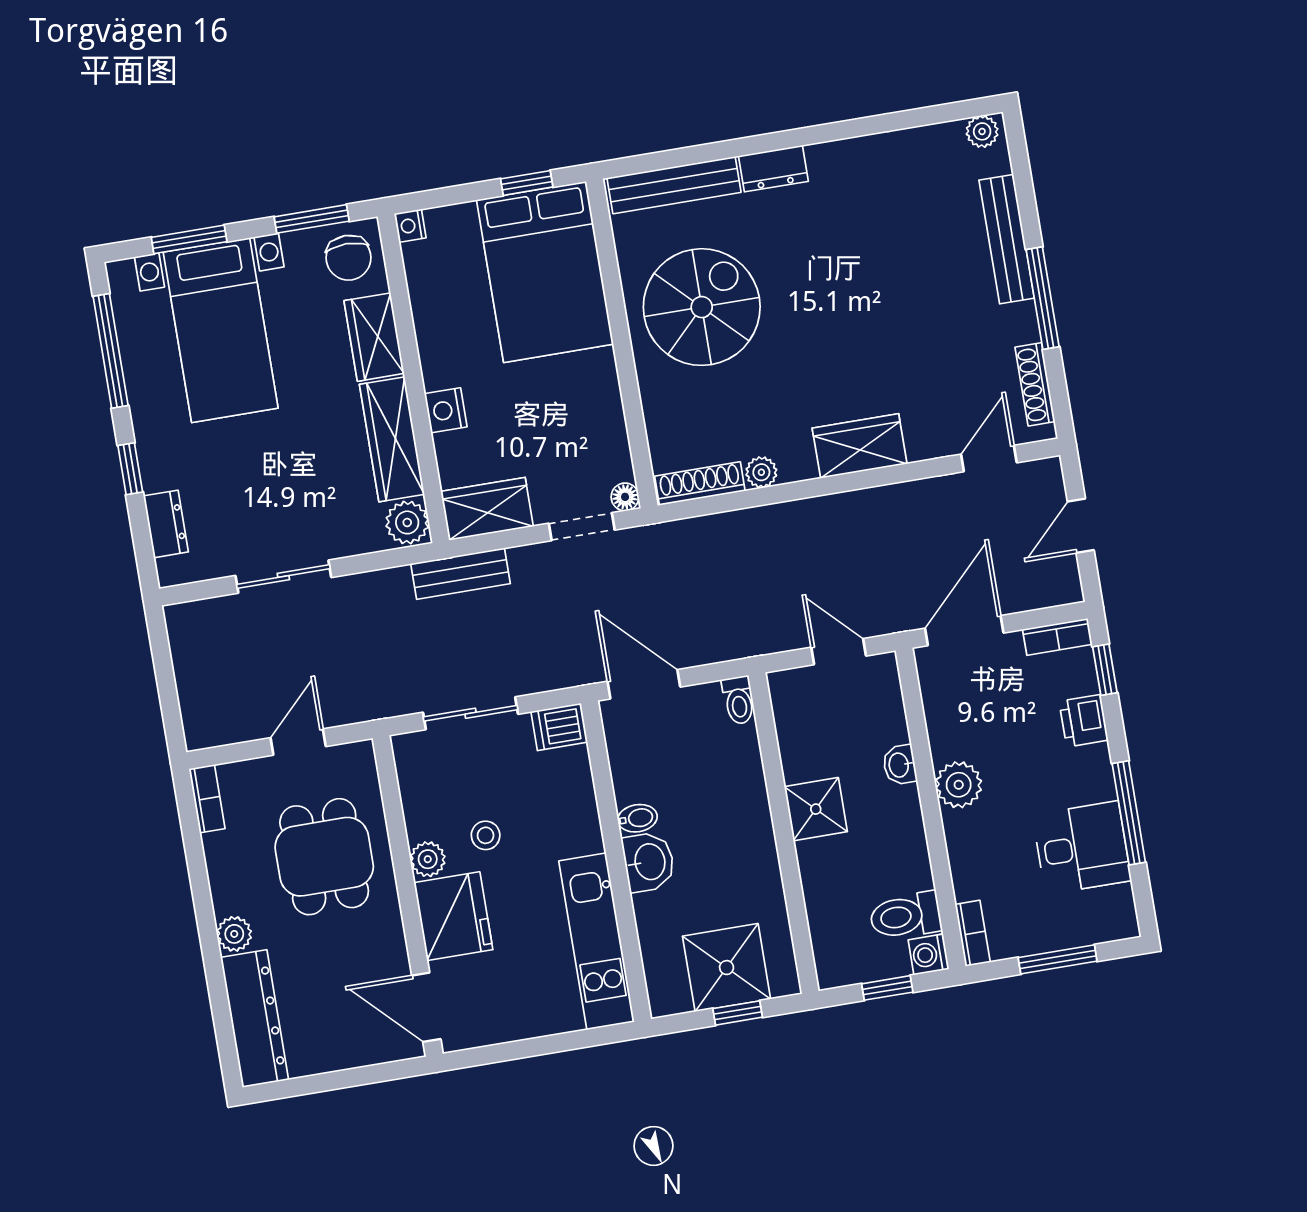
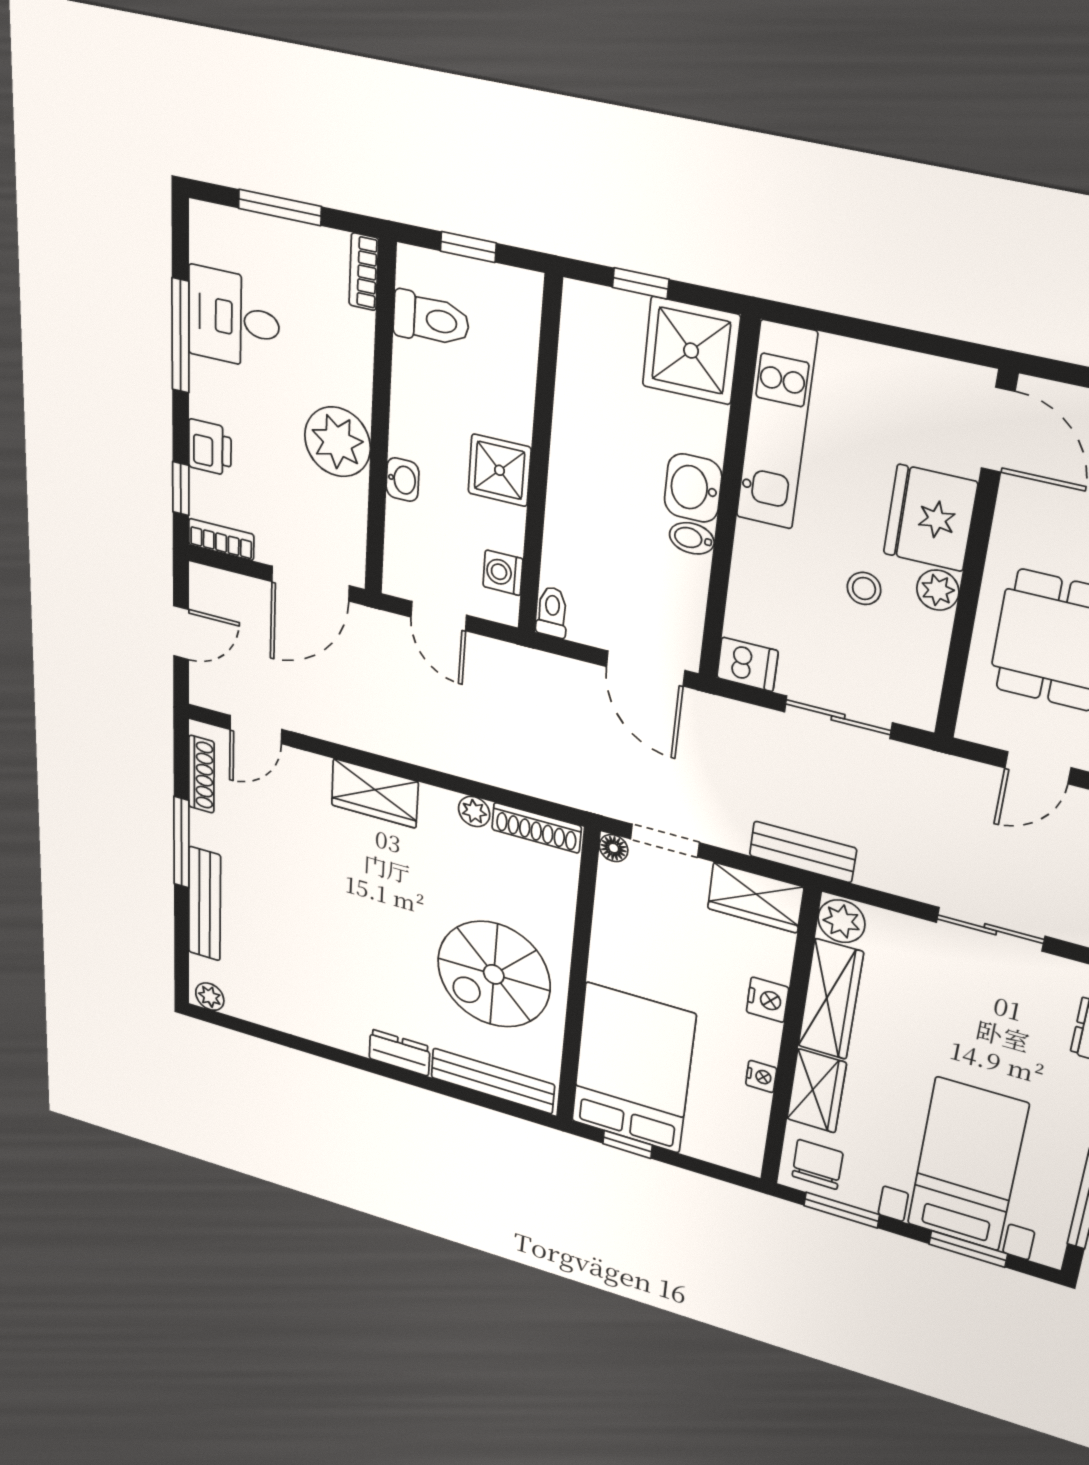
nightstand: (410, 226) -> (761, 1076), moved
plant: (959, 785) -> (337, 442), width x1.36, depth x1.36
washing machine: (929, 955) -> (503, 573), moved, turned 180
shower: (727, 968) -> (691, 351), moved

